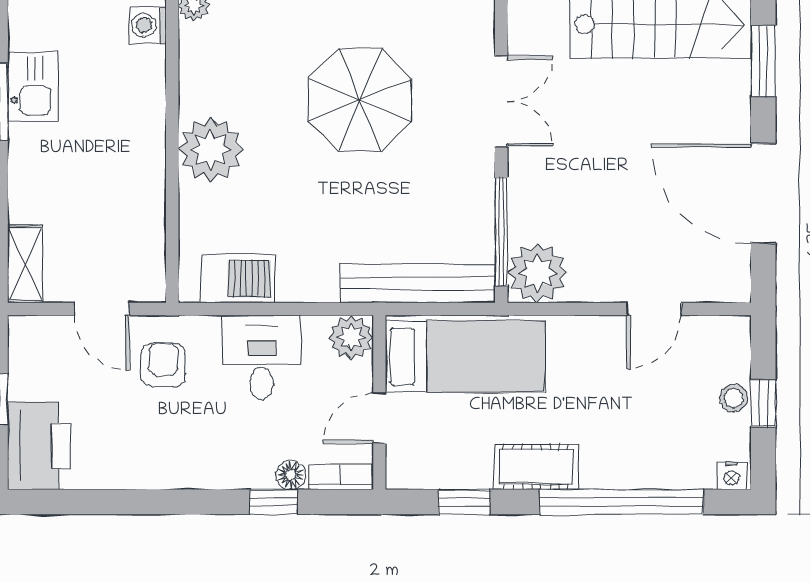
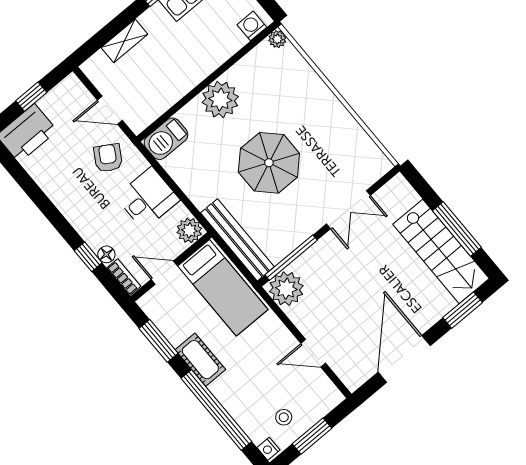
parasol: (360, 100) -> (269, 163), moved
shelving: (25, 264) -> (124, 41), moved
barbecue: (238, 279) -> (166, 139), moved, turned 90
door: (102, 309) -> (110, 110), hinge flipped
armchair: (163, 365) -> (108, 158), turned -59
stool: (734, 398) -> (284, 417), moved
window: (763, 403) -> (312, 436), width x1.50
window: (464, 502) -> (159, 341), width x1.50

